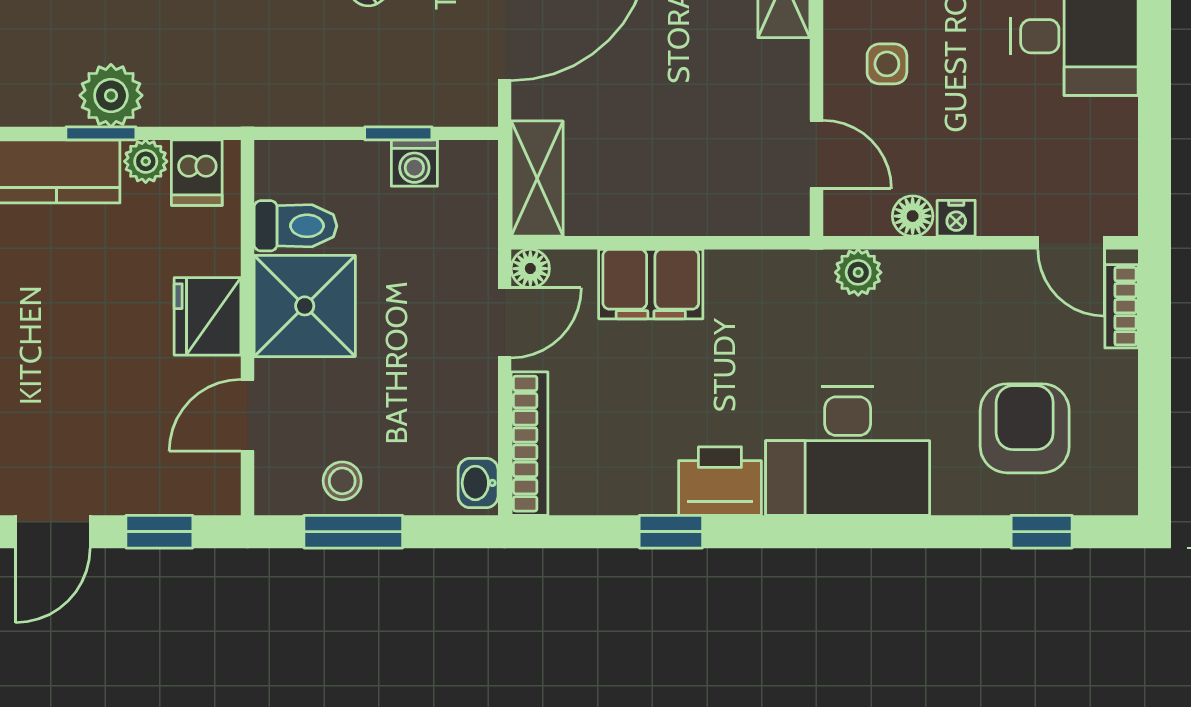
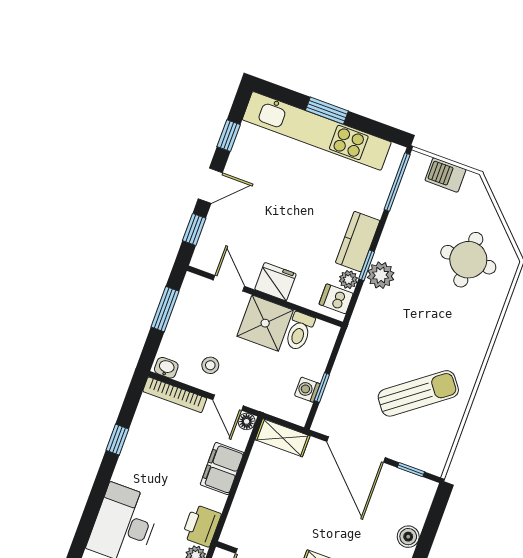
stool: (342, 481) -> (210, 365), moved
printer: (720, 481) -> (201, 526), moved, turned 180
door: (53, 532) -> (210, 186), swing flipped

